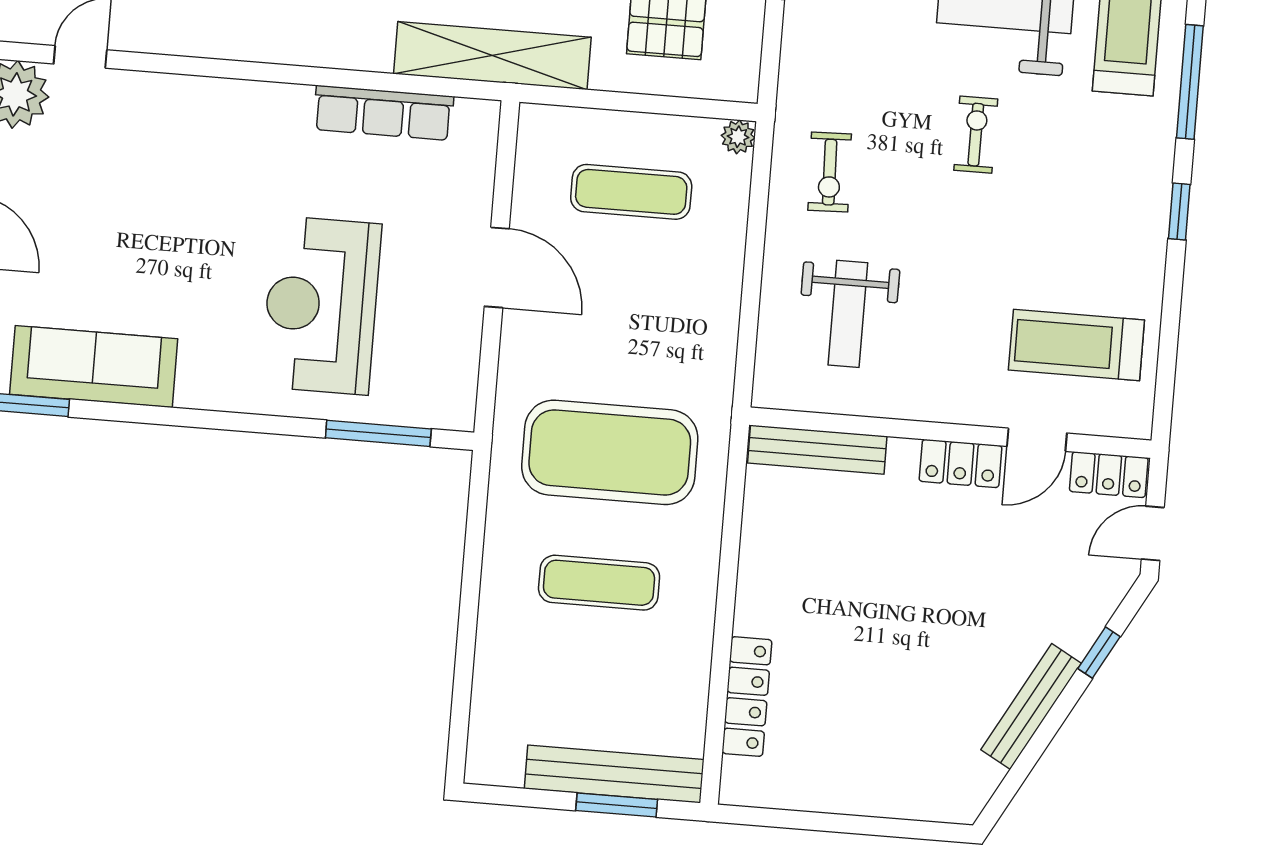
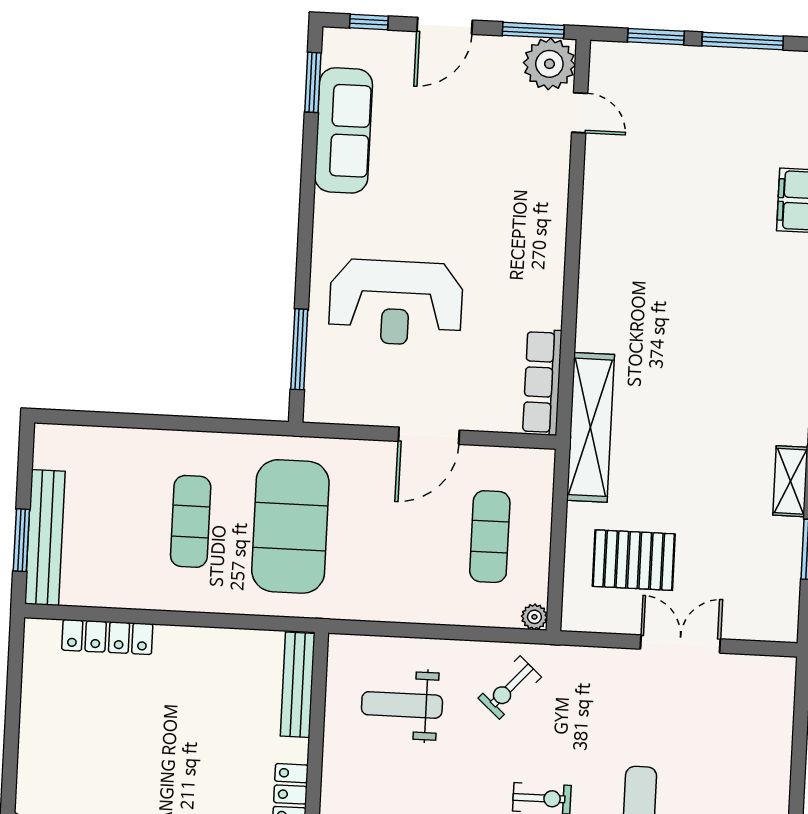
row of seats: (383, 113) -> (542, 382), moved
exercise bike: (830, 172) -> (510, 688), turned -46
reception desk: (321, 305) -> (396, 303), turned 180

